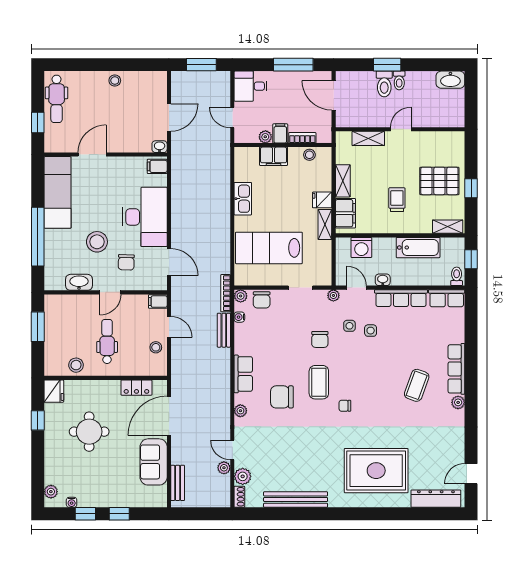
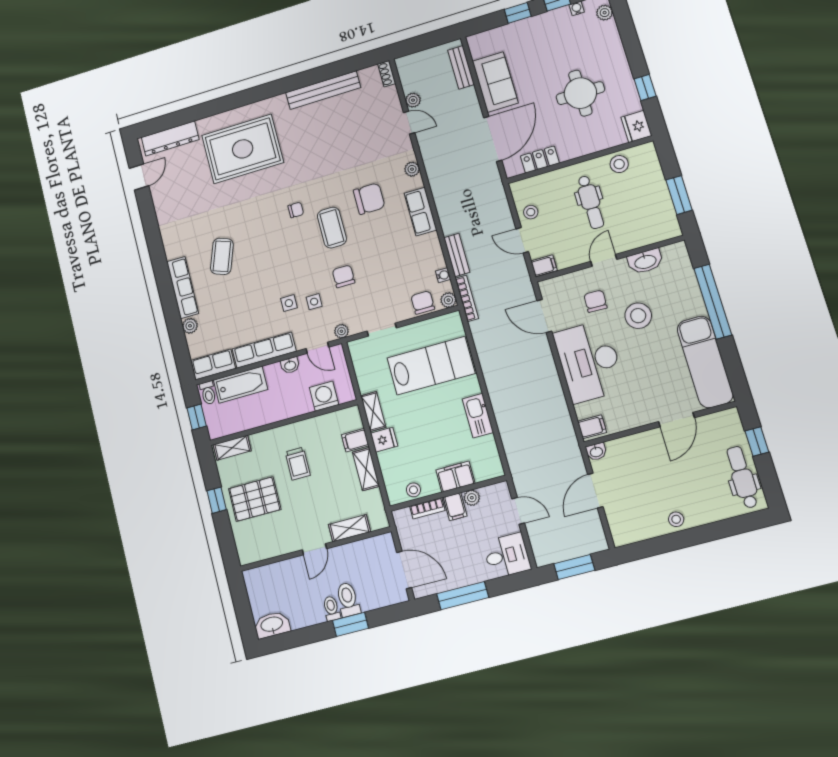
filing cabinet: (345, 213) -> (355, 440), width x0.50
bathtub: (418, 248) -> (240, 385), moved, turned 180
plant: (458, 402) -> (190, 326), moved
plant: (243, 476) -> (389, 97), removed

